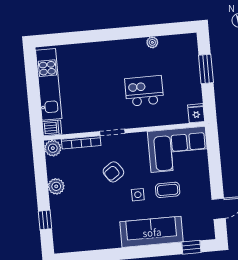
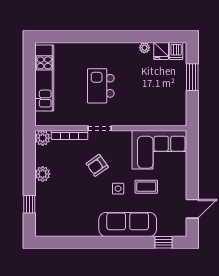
kitchen island: (144, 91) -> (101, 86), moved, turned -90
fridge: (196, 113) -> (161, 51), moved, turned 180
dishwasher: (52, 128) -> (176, 51), moved, turned 90

